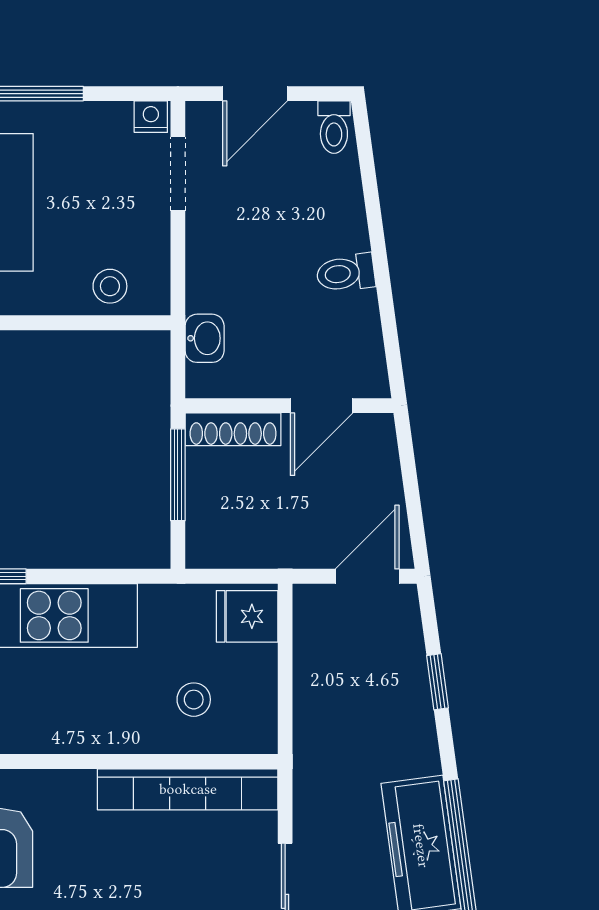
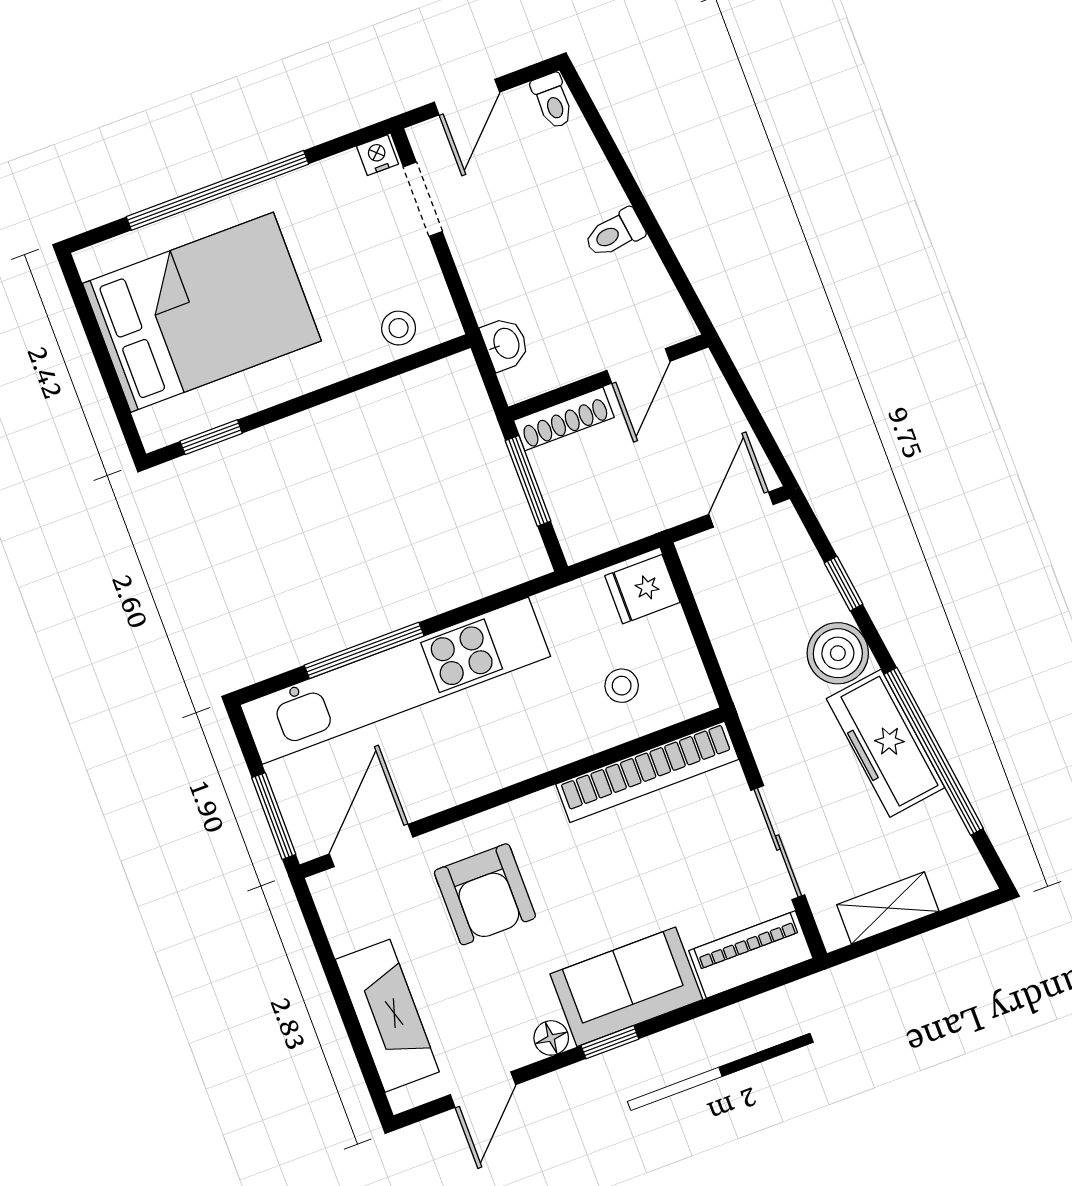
boiler: (408, 745) -> (838, 653), added

